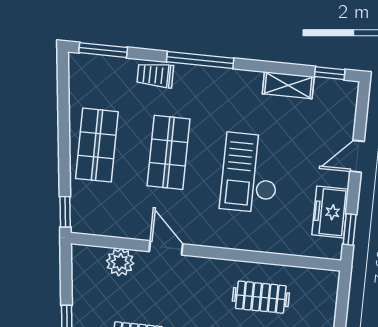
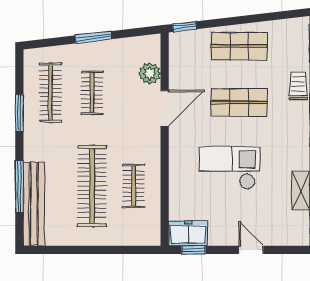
freezer: (330, 212) -> (188, 233), moved
door: (166, 248) -> (165, 108), width x1.38

